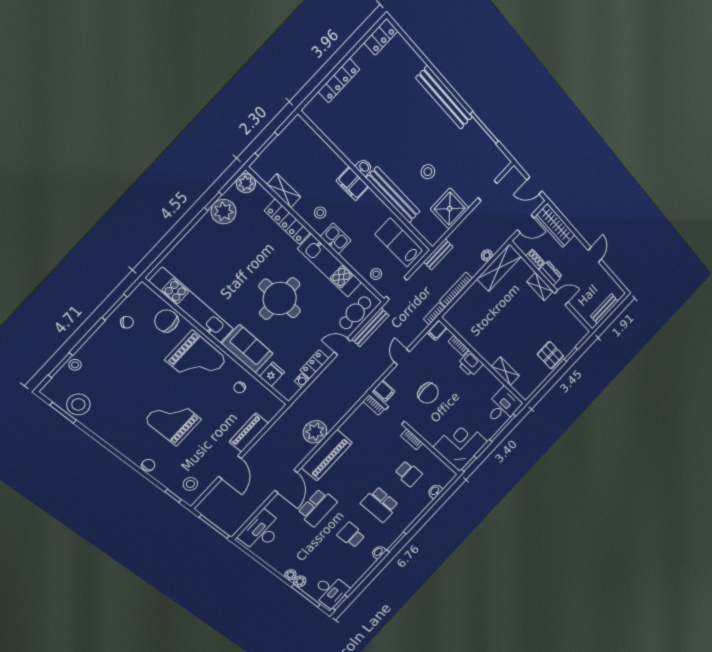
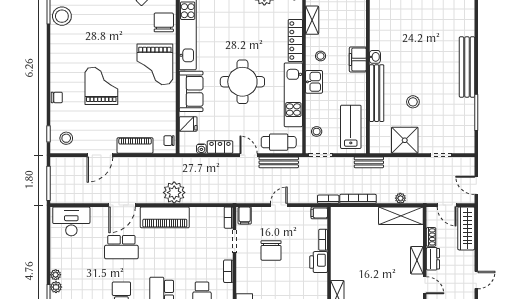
chair: (240, 387) -> (169, 141), moved

